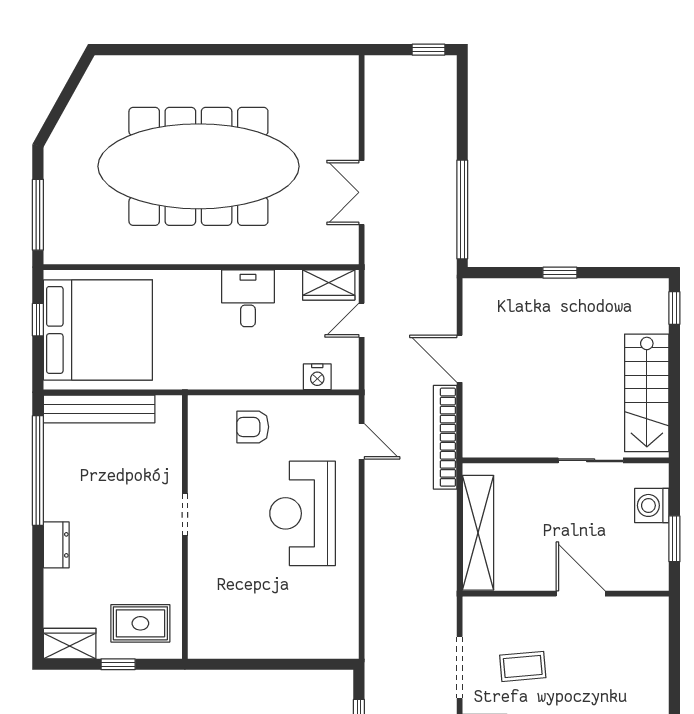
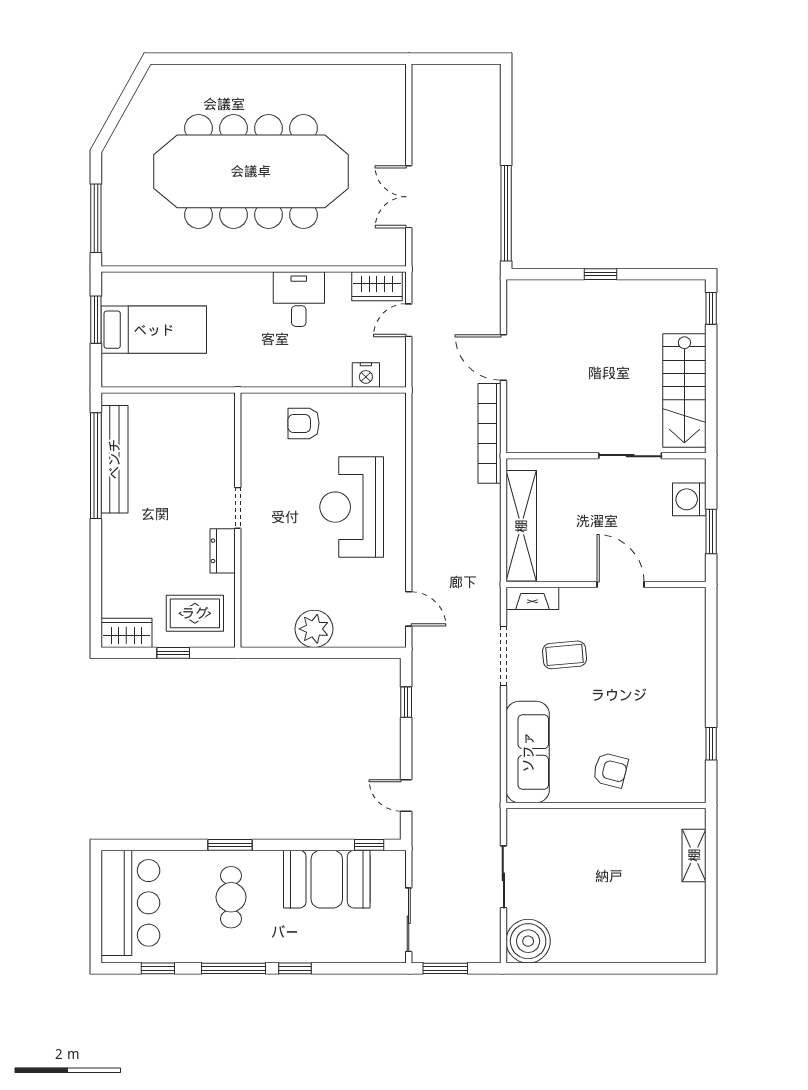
window: (429, 50) -> (473, 59), removed
window: (38, 320) -> (96, 320), width x1.50
bed: (98, 330) -> (154, 330), width x0.49
bench: (99, 409) -> (114, 459), moved, turned 90
door: (362, 441) -> (409, 609), moved
dresser: (56, 545) -> (223, 551), moved, turned 180
fireplace: (490, 608) -> (532, 598), added
plant: (264, 639) -> (314, 629), added

